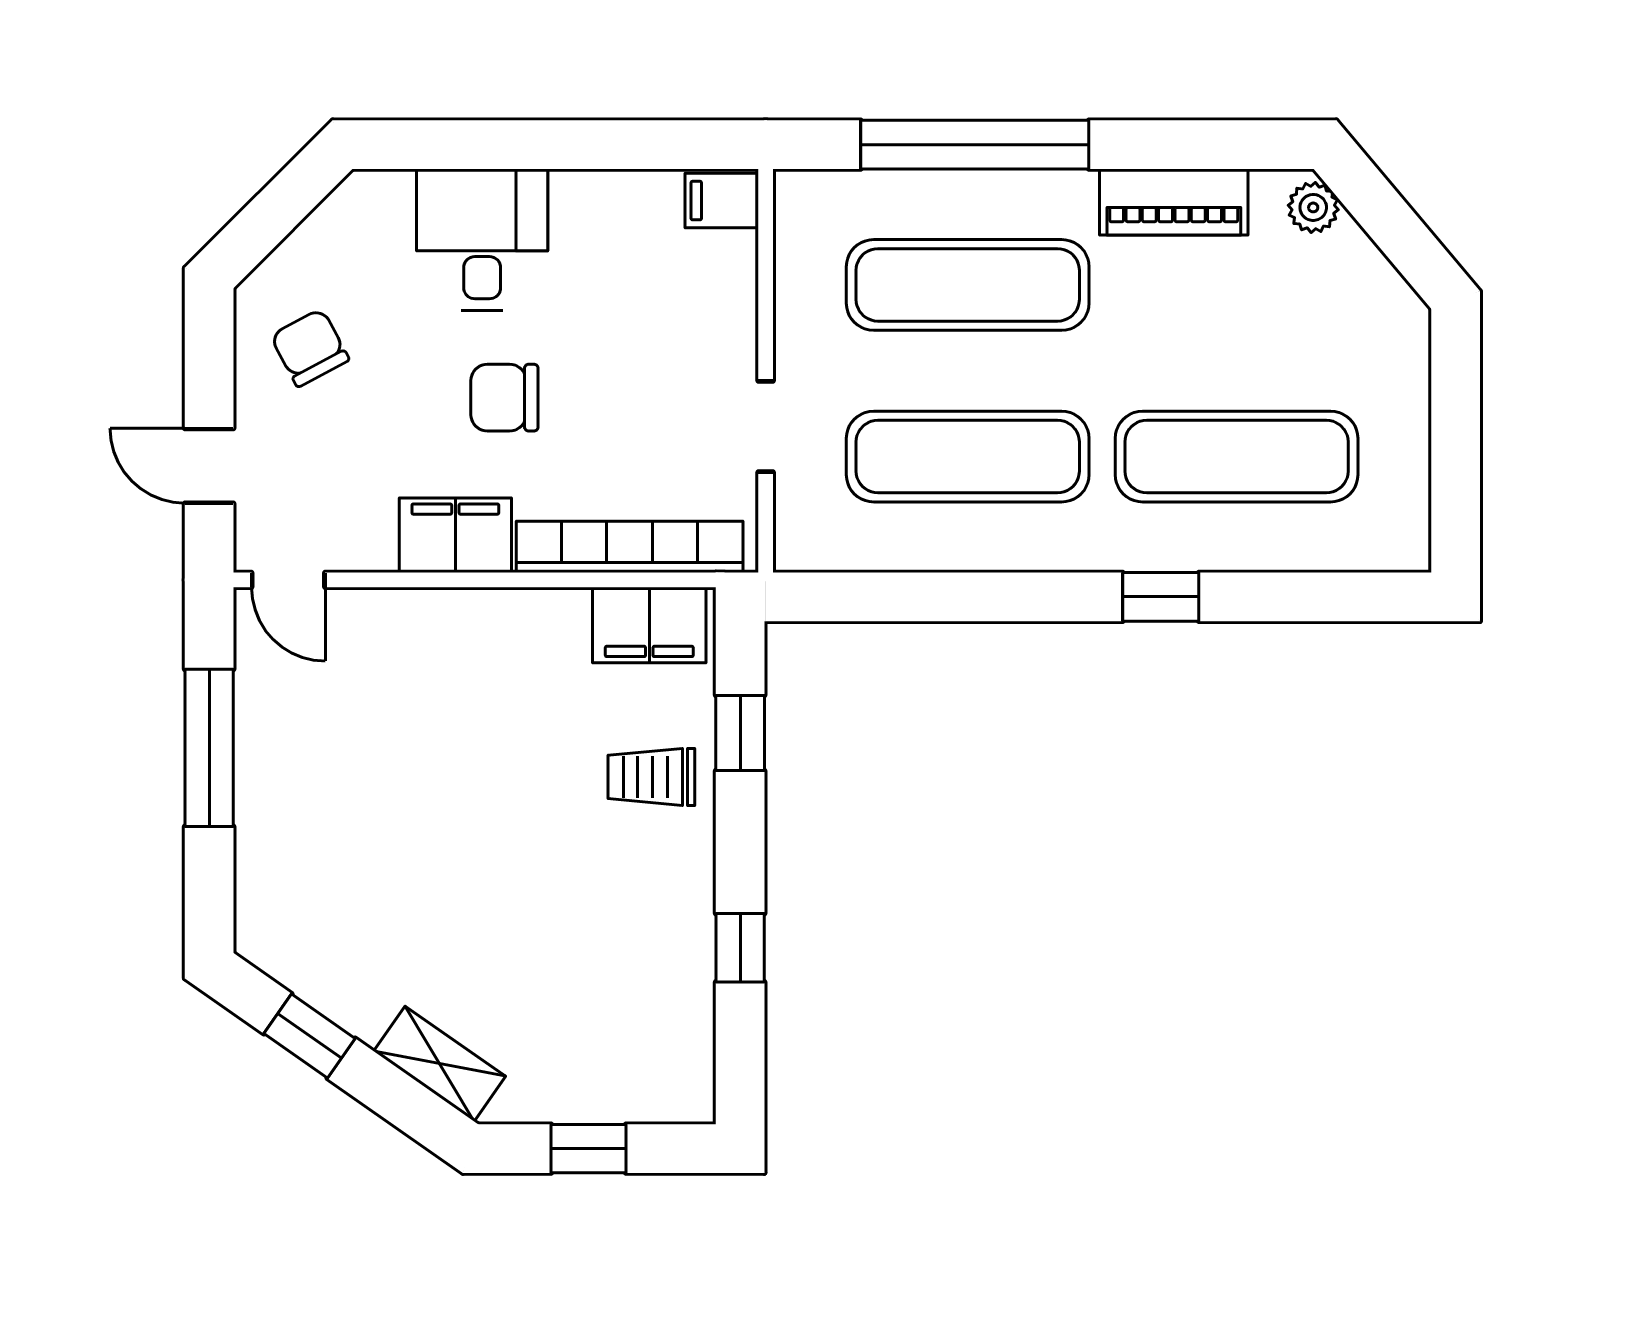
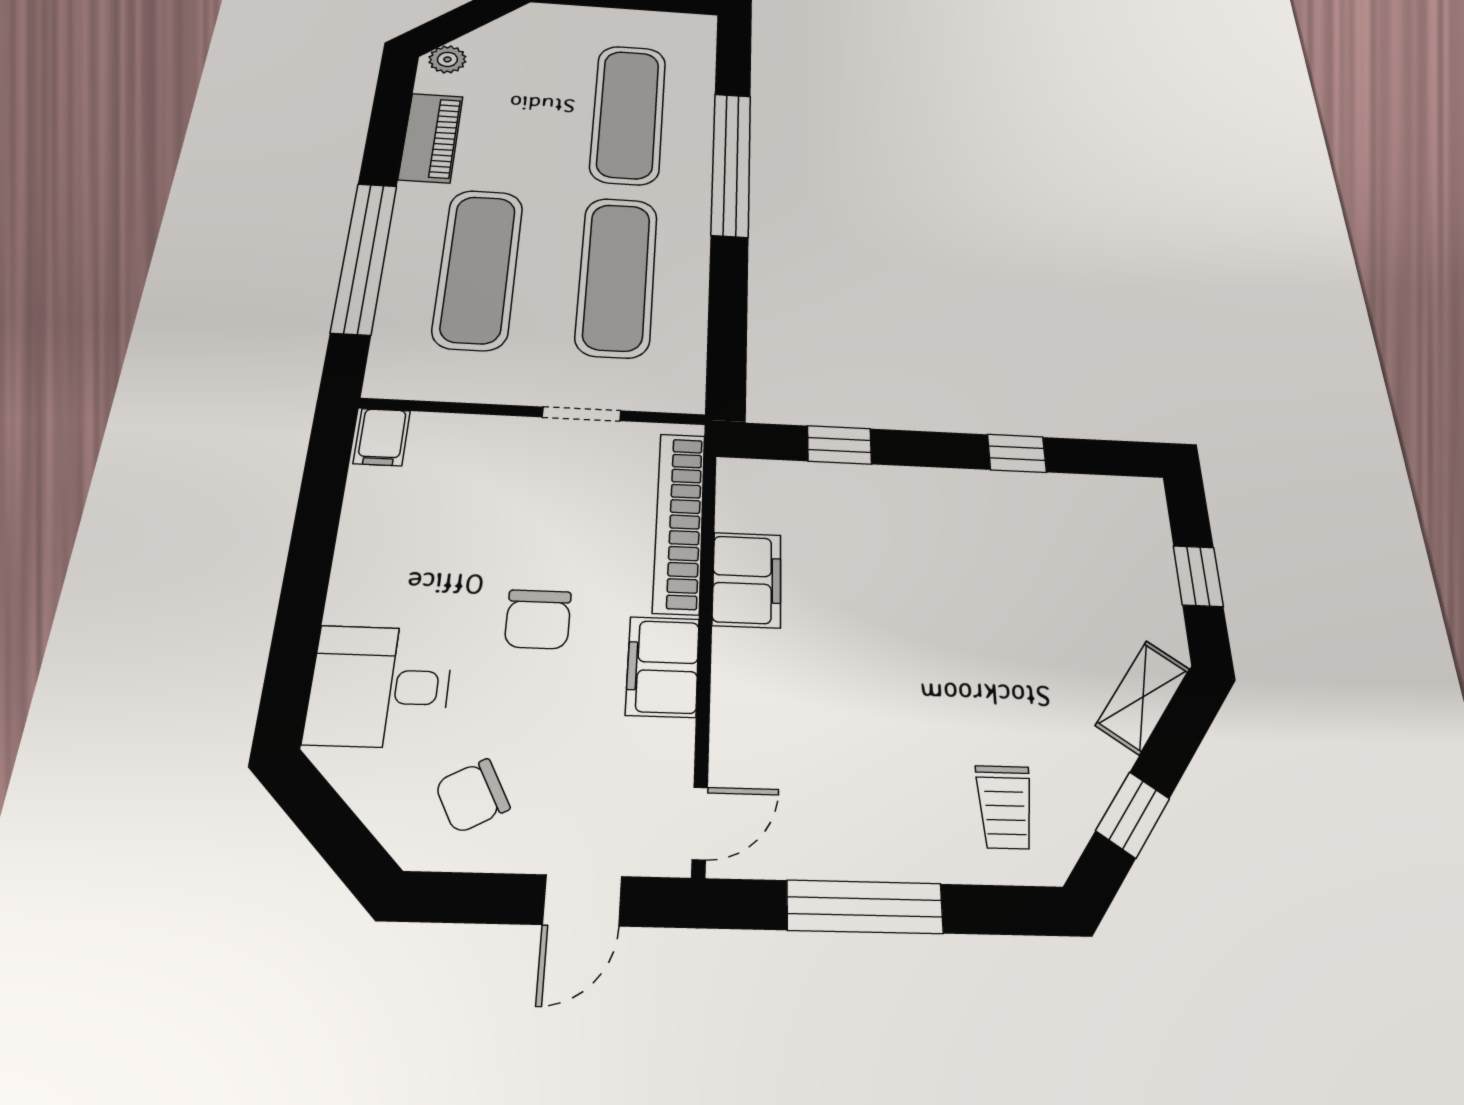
desk: (482, 240) -> (380, 686), moved
window: (1161, 597) -> (731, 164), width x3.17
filing cabinet: (649, 625) -> (747, 580), moved
trolley: (651, 777) -> (1005, 807), moved

